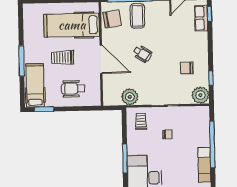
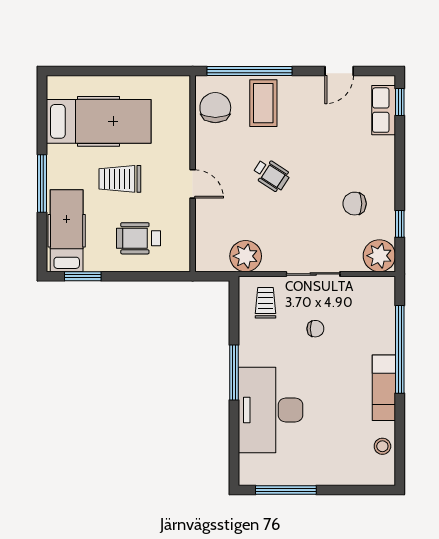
chair: (112, 19) -> (215, 108), turned -82
hospital bed: (72, 25) -> (99, 121), moved, turned 180
door: (101, 59) -> (193, 184), width x0.53

